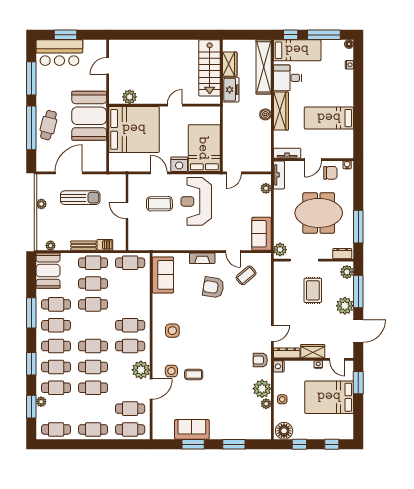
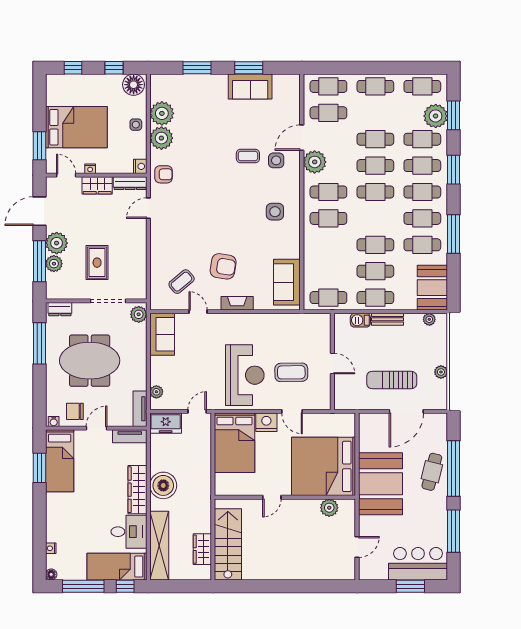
freezer: (231, 90) -> (166, 423), moved, turned -90
boiler: (265, 114) -> (163, 485), width x1.86, depth x1.86
bed: (329, 118) -> (60, 461), moved, turned 90
window: (358, 128) -> (39, 468), added
plant: (347, 272) -> (54, 264), moved
plant: (41, 402) -> (436, 116), width x1.88, depth x1.88
plant: (266, 404) -> (162, 113), width x1.87, depth x1.87

